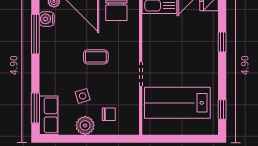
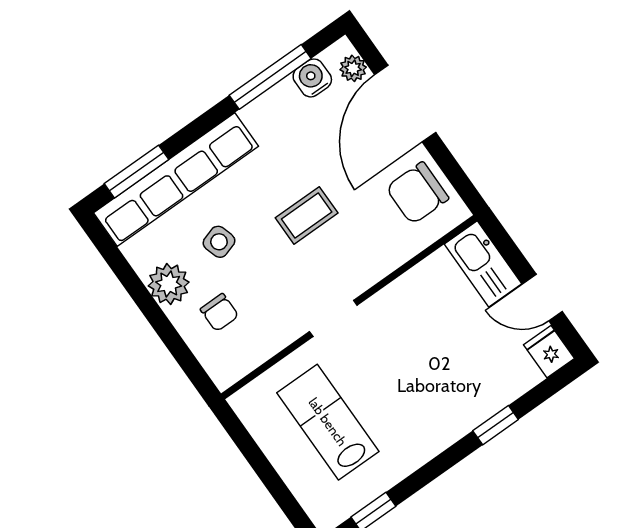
coffee table: (96, 57) -> (307, 215), turned 90
lab bench: (177, 103) -> (328, 422), width x0.73, depth x0.72
row of seats: (49, 115) -> (176, 180), width x2.02

